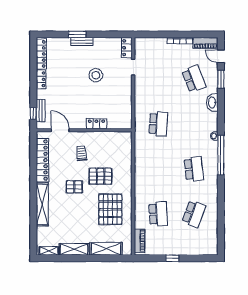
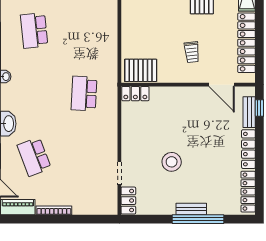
window: (77, 34) -> (198, 219), width x2.11
locker: (41, 79) -> (248, 149), width x1.53
locker: (96, 124) -> (135, 94), moved
pallet: (100, 176) -> (141, 70), moved

